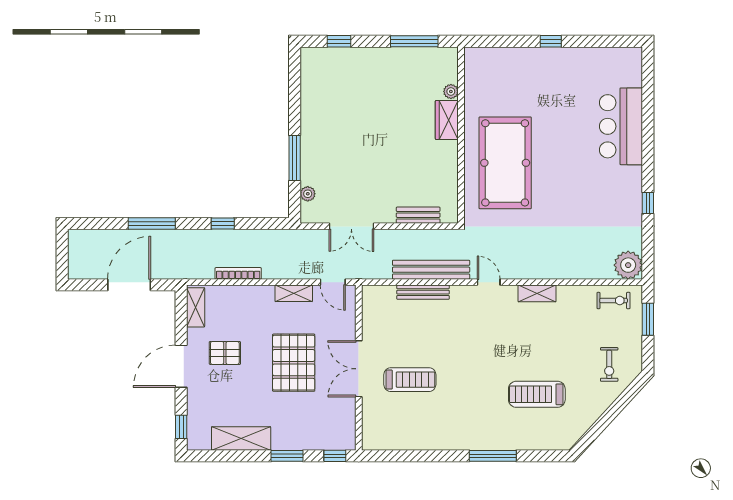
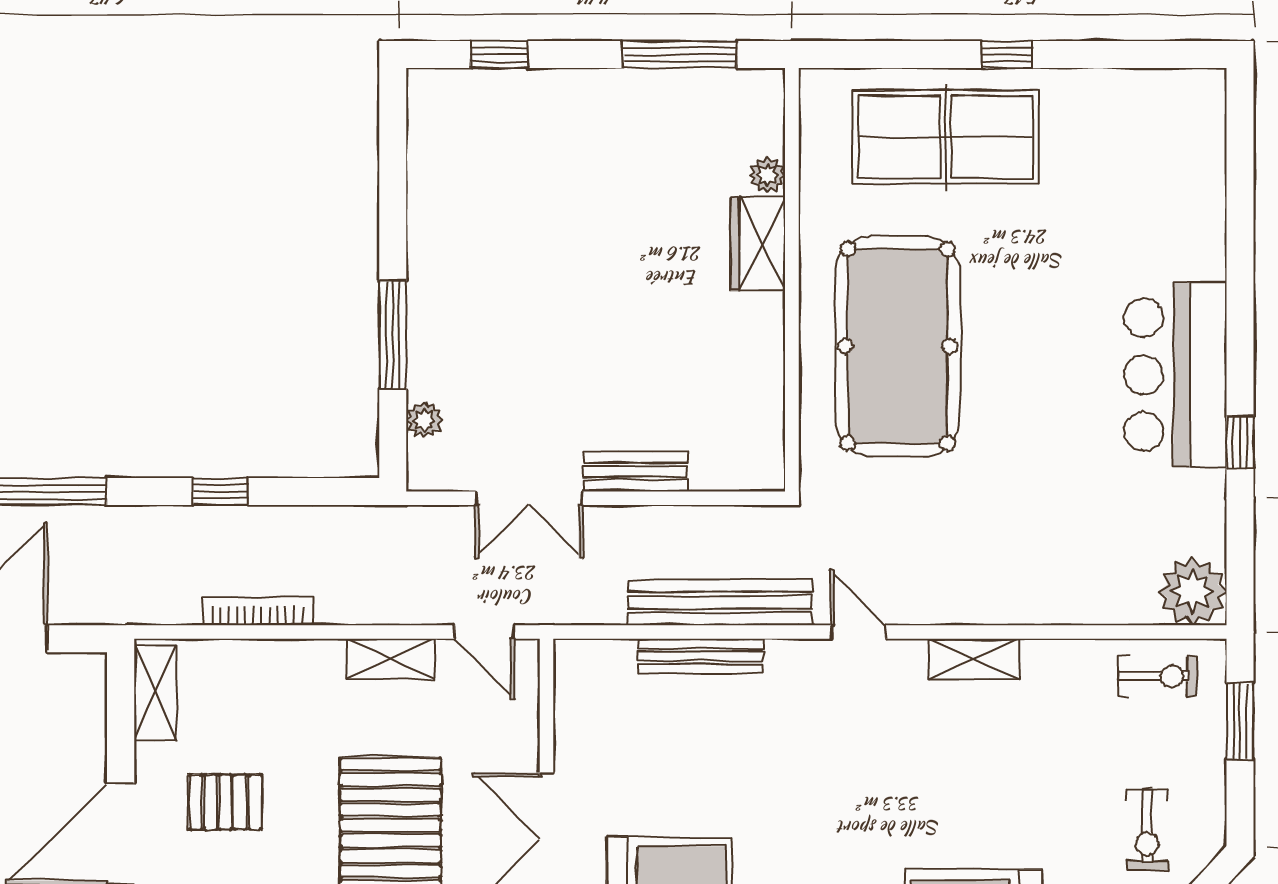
table tennis table: (525, 76) -> (946, 137), added
bar counter: (621, 126) -> (1175, 375), moved
bench: (418, 215) -> (635, 472), moved

